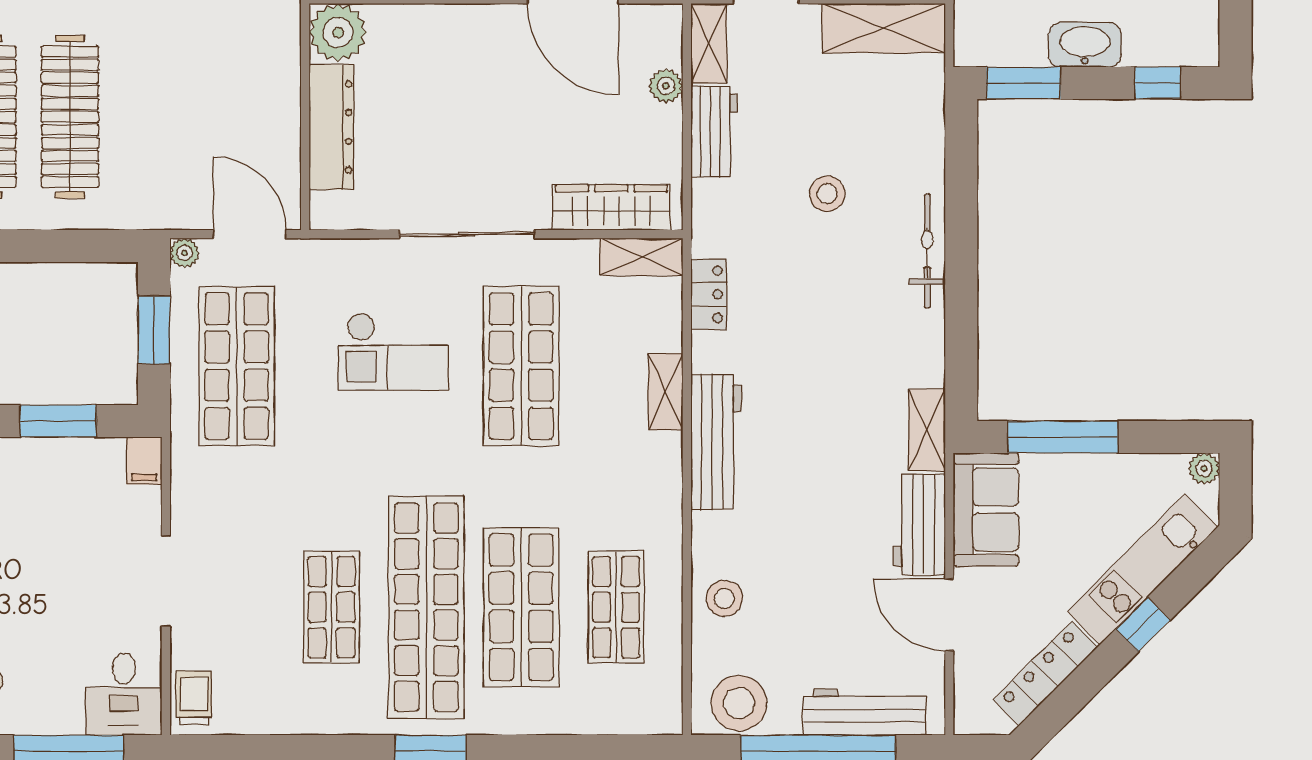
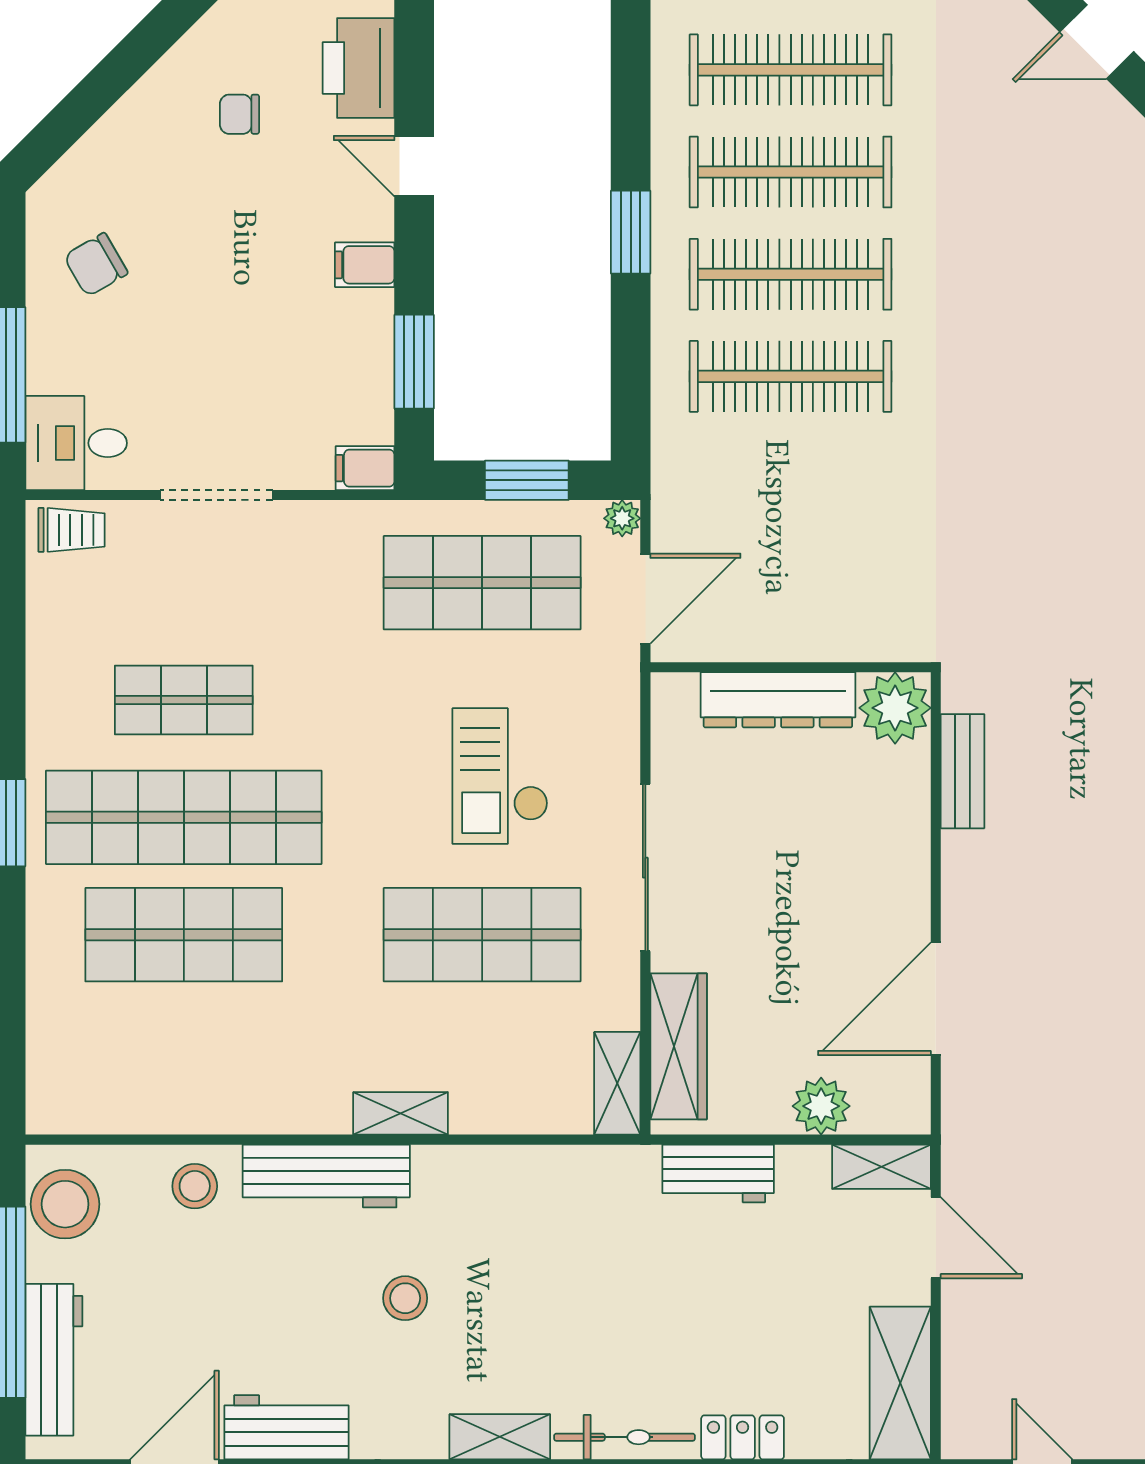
plant: (666, 86) -> (821, 1106), width x1.38, depth x1.38
workbench: (714, 132) -> (718, 1173), moved
stool: (827, 194) -> (405, 1298), moved
locker: (709, 294) -> (743, 1437), moved, turned 180
shelving: (666, 392) -> (401, 1113), moved
shelving: (927, 430) -> (500, 1437), moved
workbench: (716, 442) -> (326, 1176), moved
shop shelf: (616, 607) -> (184, 1052), removed

